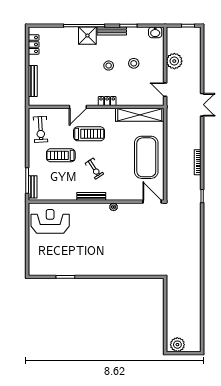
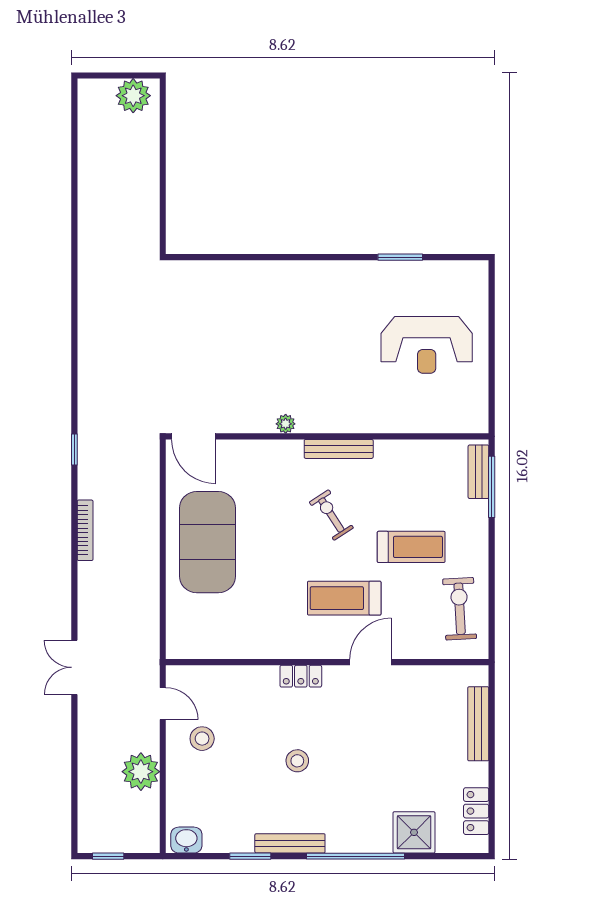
shower: (87, 36) -> (414, 832), moved
stool: (134, 63) -> (202, 739), moved
shelving: (140, 115) -> (223, 644), removed
reception desk: (50, 221) -> (427, 345), moved

